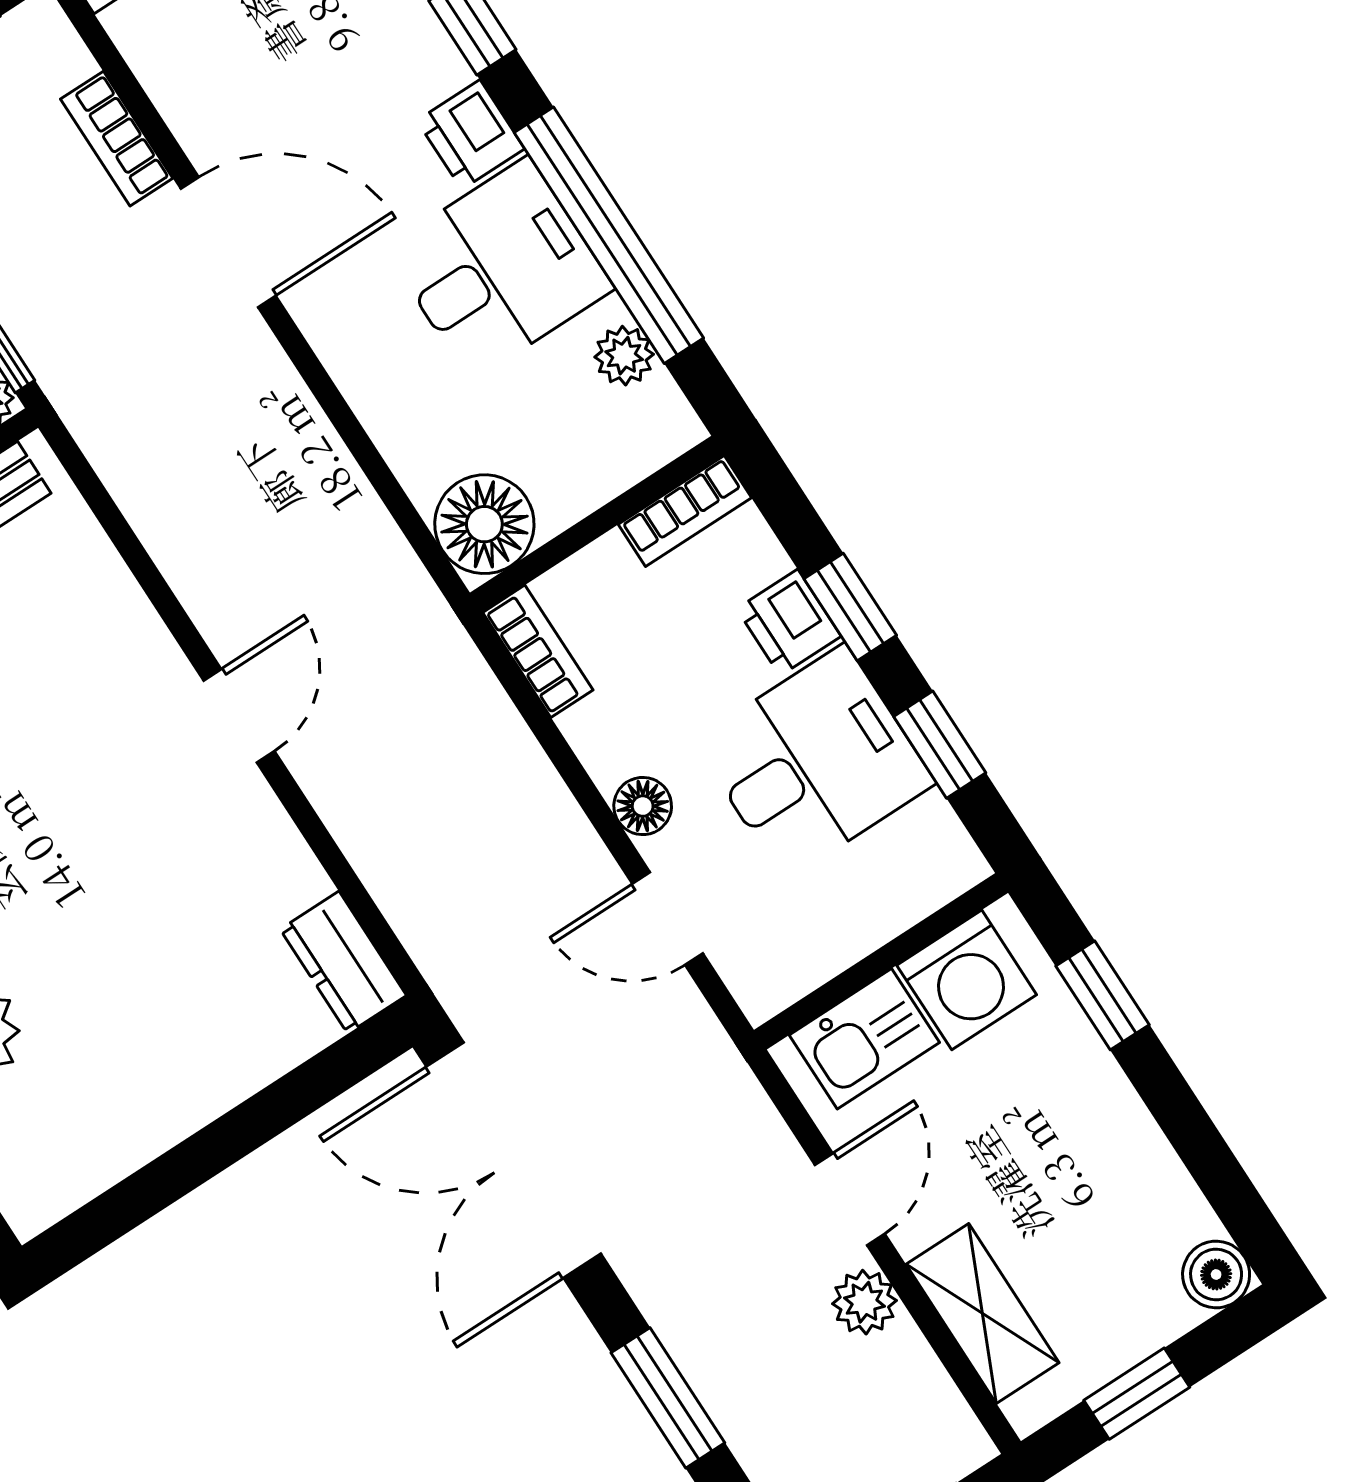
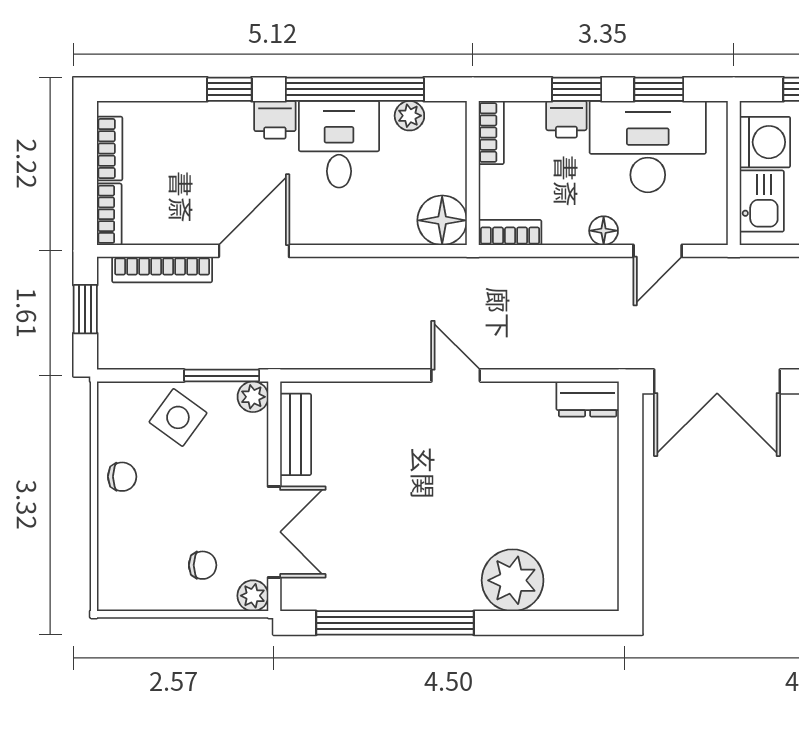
bookcase: (117, 139) -> (162, 270), width x1.56
desk: (814, 762) -> (648, 147), width x1.37

